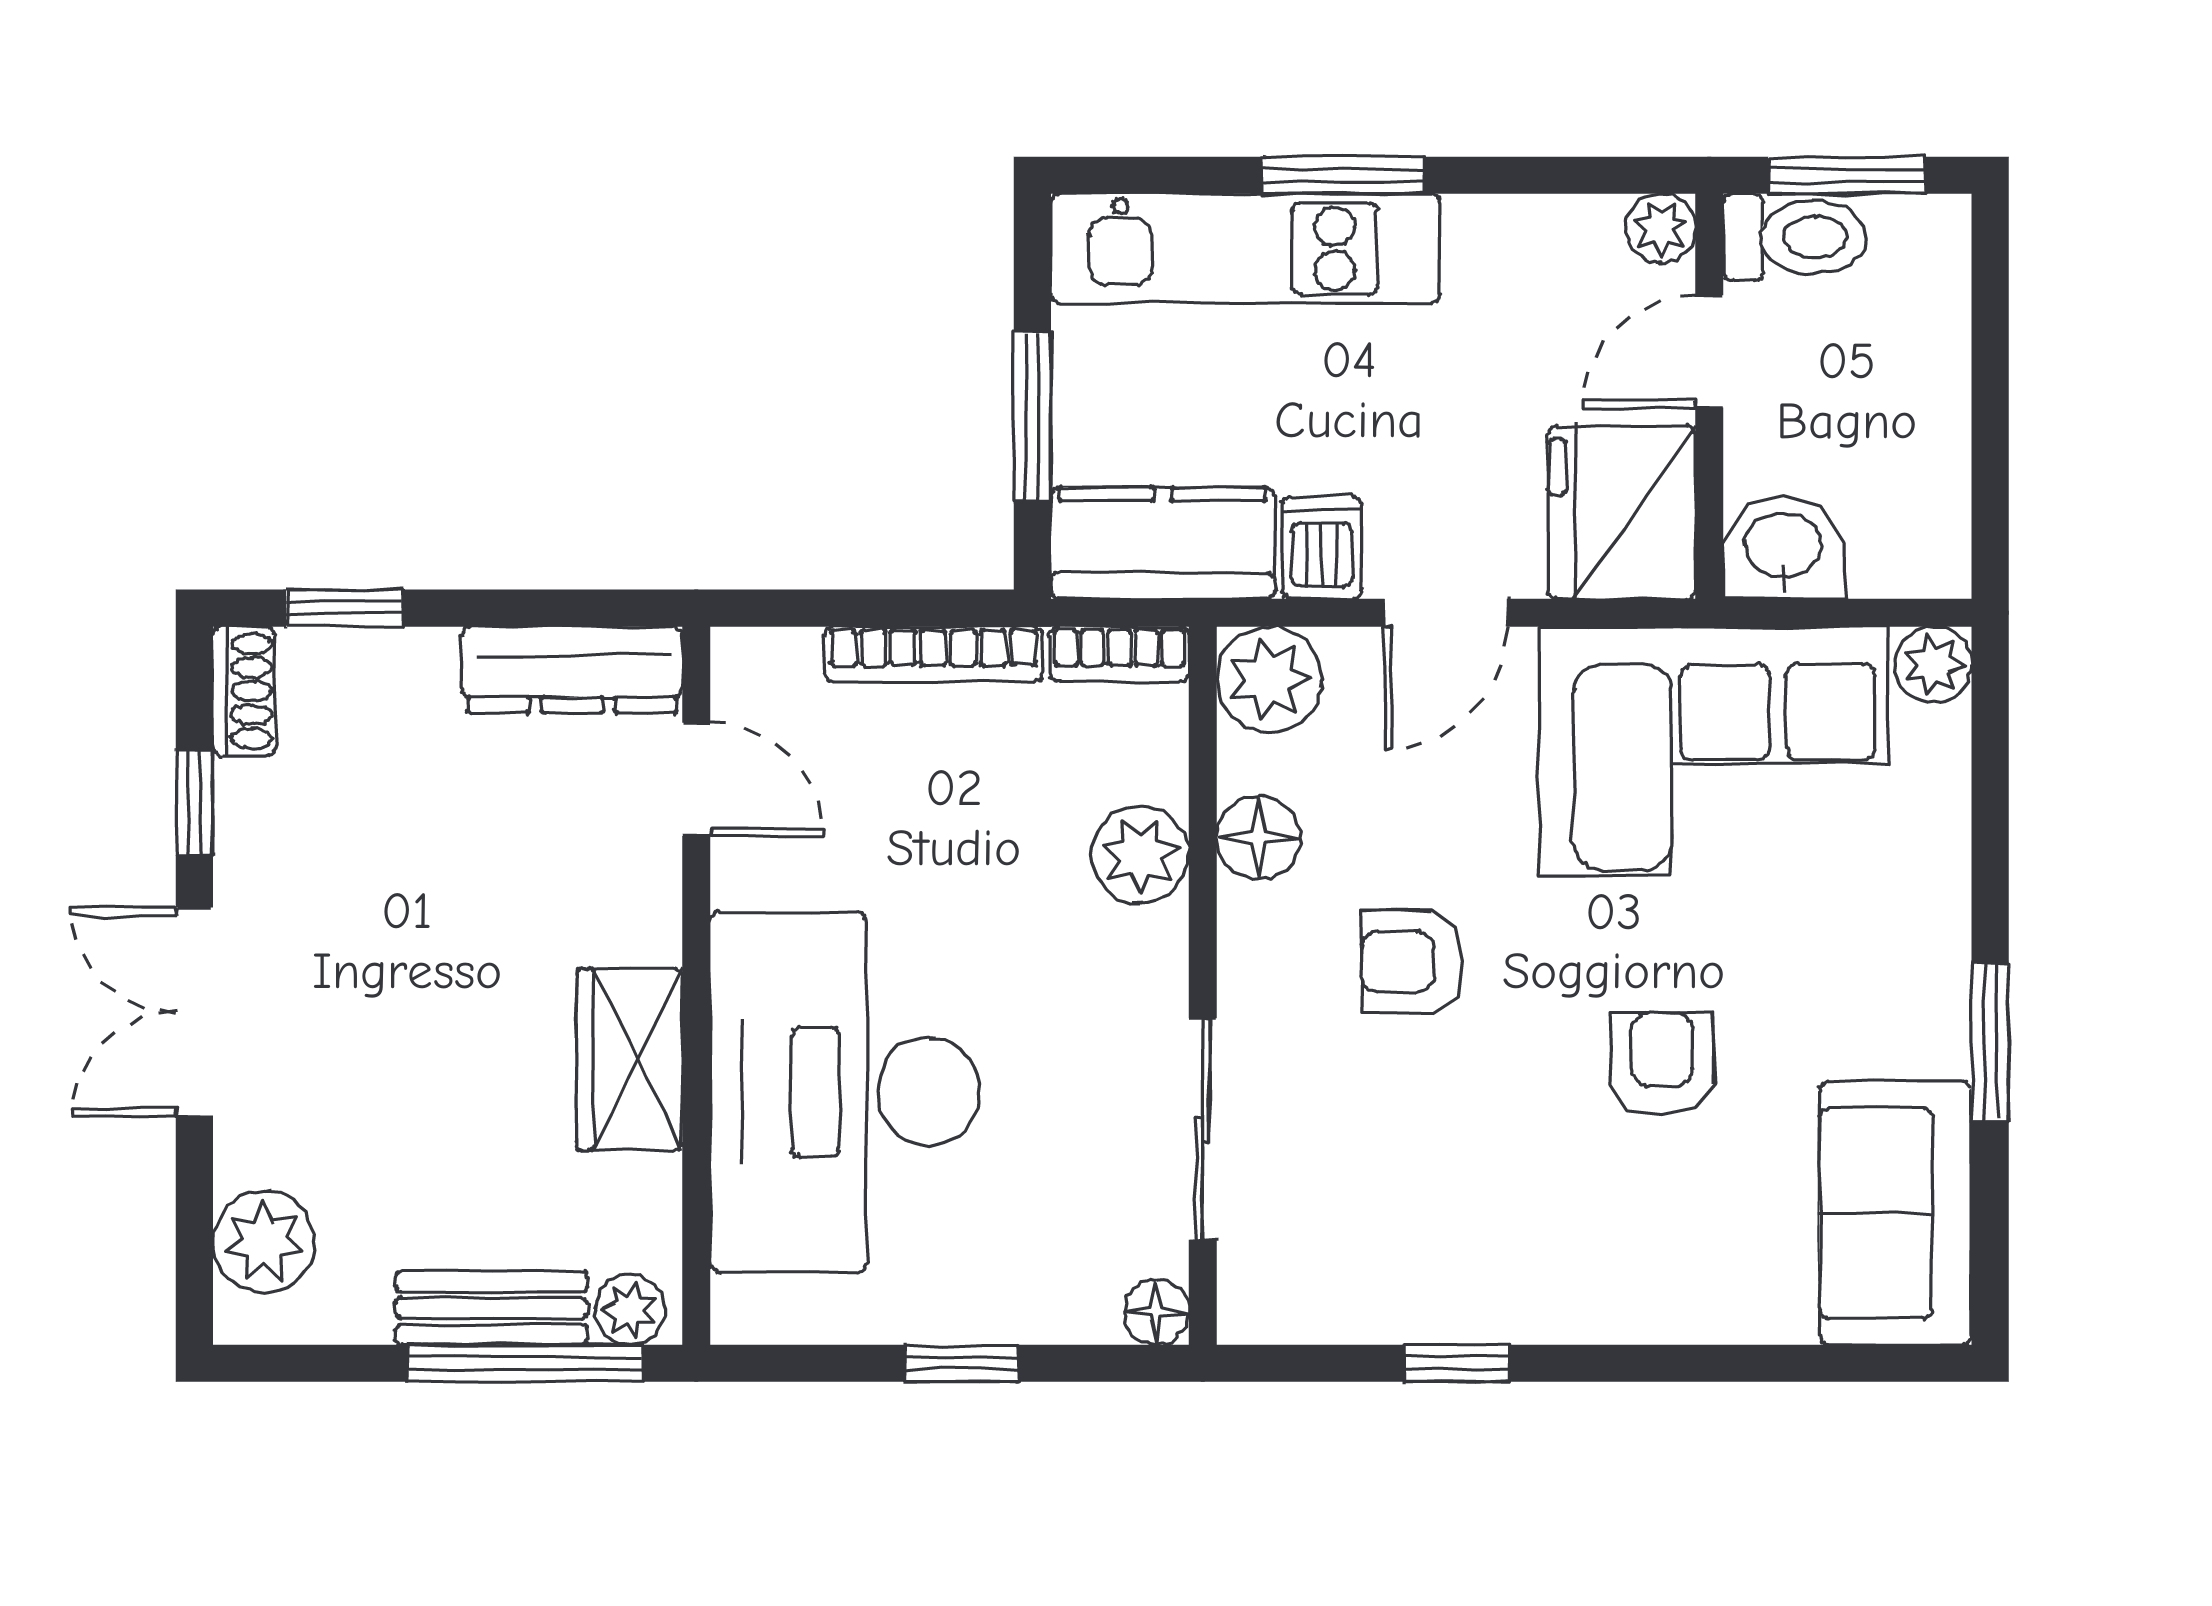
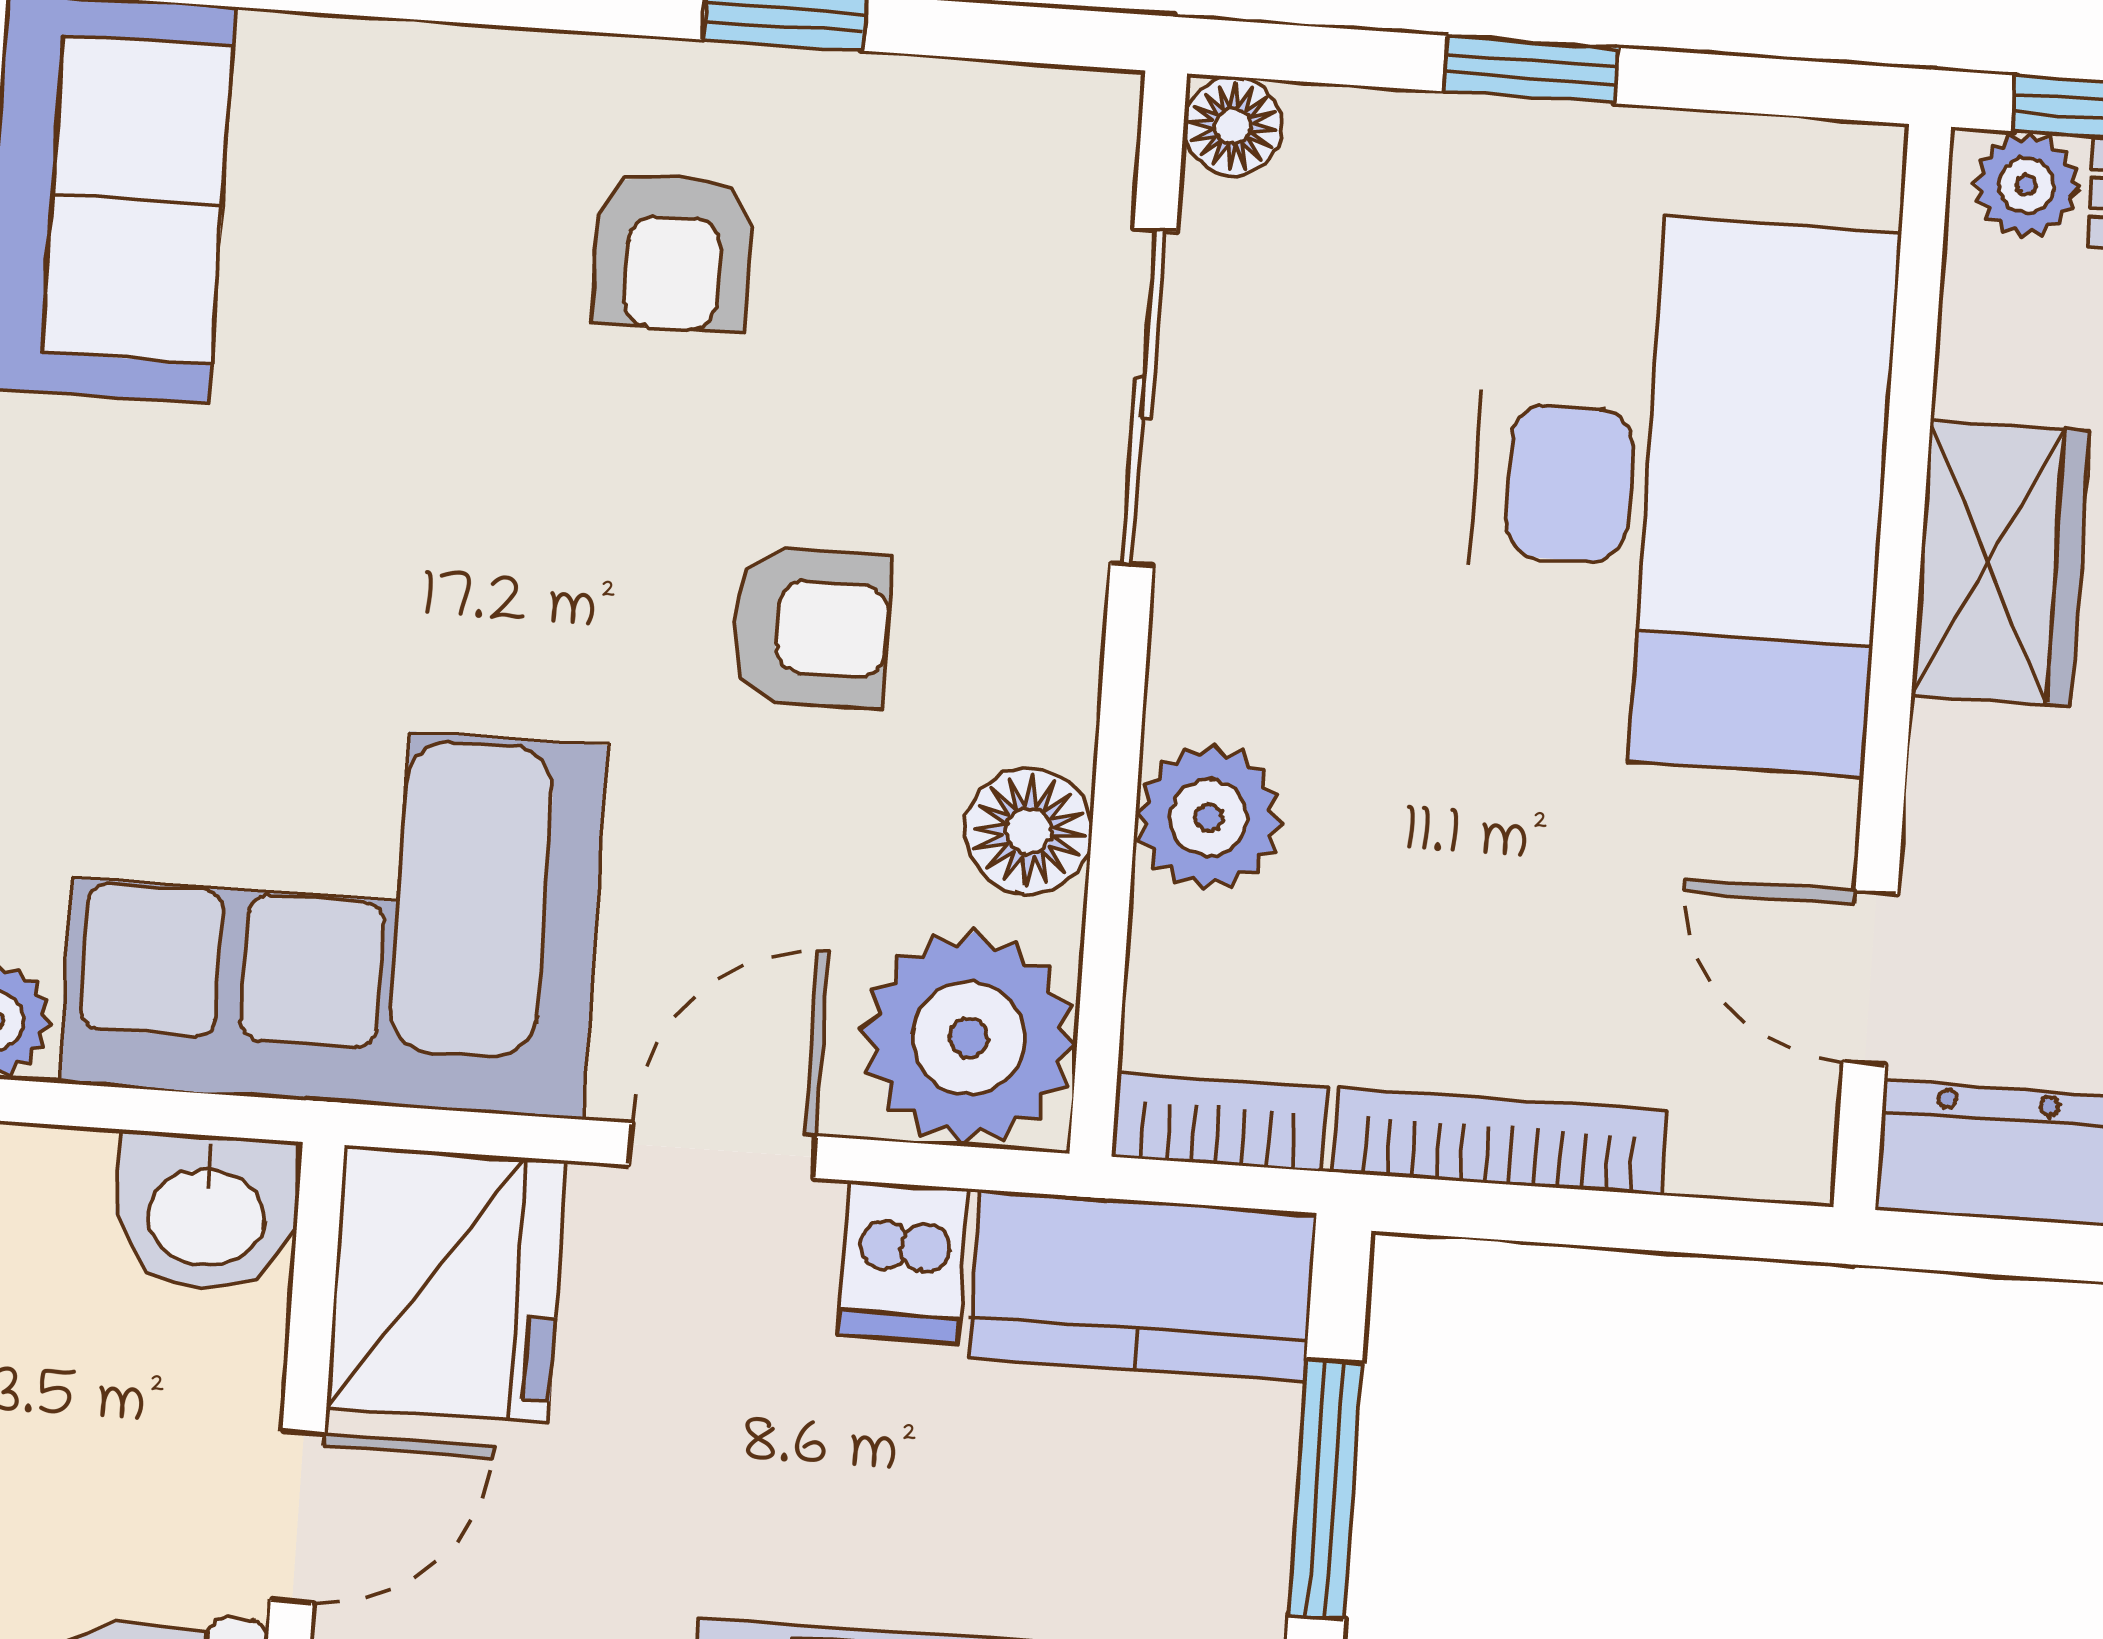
plant: (1269, 679) -> (969, 1038), width x1.36, depth x1.36
armchair: (1662, 1064) -> (673, 251), moved

